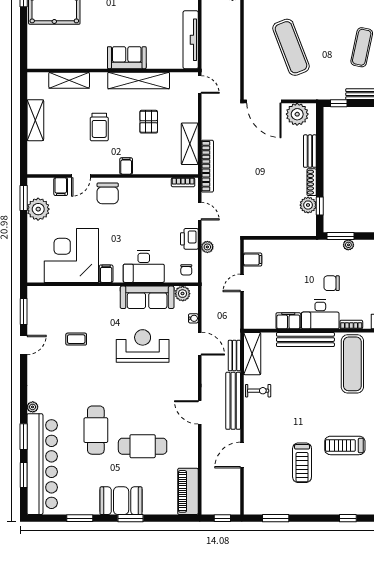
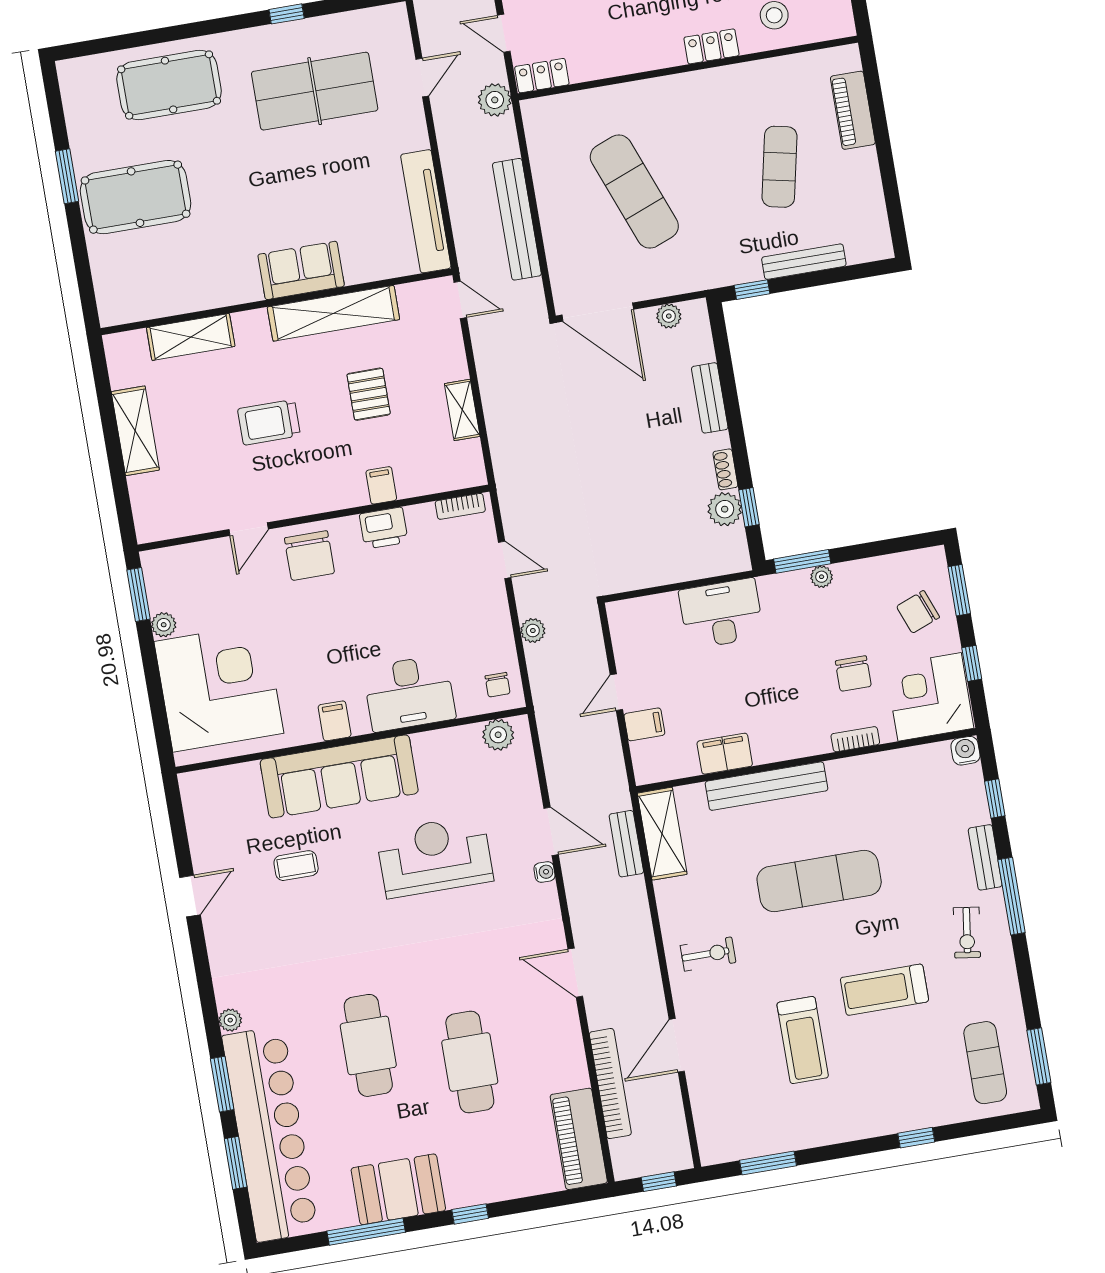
plant: (297, 114) -> (669, 316), width x0.53, depth x0.53
trolley: (99, 127) -> (269, 422), turned 90
shelving: (190, 144) -> (462, 410), width x0.67, depth x0.75
filing cabinet: (126, 166) -> (381, 485), moved
bookcase: (207, 166) -> (610, 1084), moved
shoe rack: (312, 182) -> (725, 469), width x0.70
filing cabinet: (61, 187) -> (211, 558), removed
plant: (38, 209) -> (164, 625), width x0.53, depth x0.53
printer: (189, 239) -> (384, 528), moved, turned -90
corner desk: (71, 256) -> (219, 687), moved, turned 90
filing cabinet: (253, 260) -> (644, 724), moved
chair: (332, 283) -> (853, 674), moved, turned -90
sofa: (147, 297) -> (339, 776), moved, width x1.36, depth x1.27
window: (24, 312) -> (178, 827), removed
desk: (320, 314) -> (721, 614), moved, turned 180
water cooler: (193, 318) -> (544, 872), moved
exercise mat: (352, 364) -> (819, 881), moved, turned 90
exercise bike: (258, 391) -> (708, 954), moved
bench: (233, 401) -> (517, 219), moved
cafe table: (143, 446) -> (470, 1062), turned 90
booth: (121, 501) -> (398, 1189), moved
window: (80, 518) -> (366, 1232), width x1.44
window: (130, 518) -> (470, 1214), width x0.67

